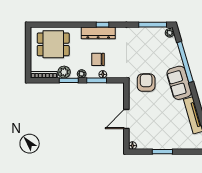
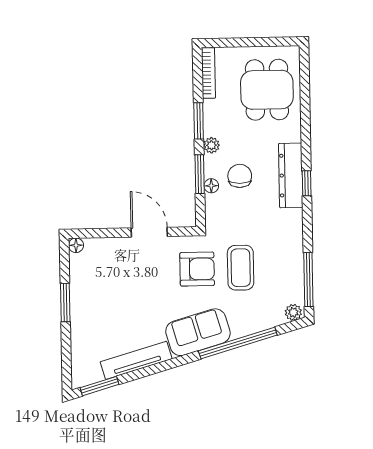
coffee table: (146, 60) -> (241, 268), added
plant: (64, 72) -> (214, 112), removed
door: (126, 119) -> (149, 232), moved

